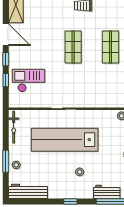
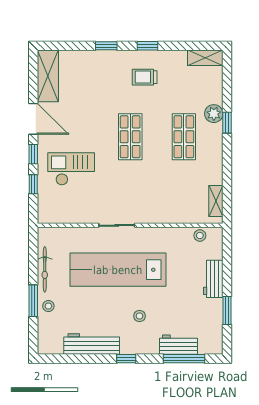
checkout: (28, 80) -> (71, 169), moved
bicycle: (14, 127) -> (45, 269), moved
workbench: (28, 191) -> (92, 344), moved

